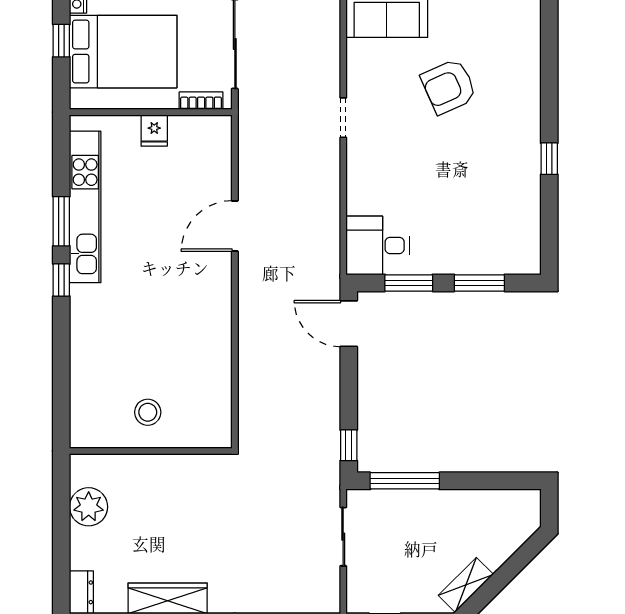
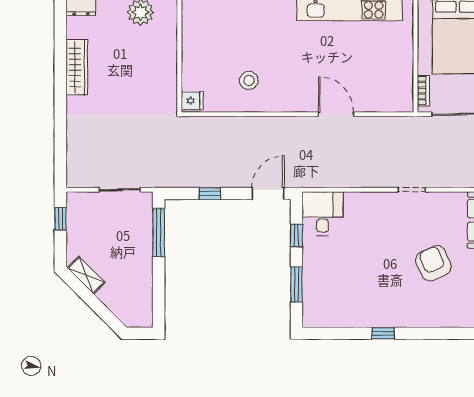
fridge: (154, 131) -> (192, 101), moved, turned 180
window: (409, 283) -> (296, 235), width x0.67
stool: (148, 412) -> (249, 80), moved
window: (349, 445) -> (210, 193), moved

